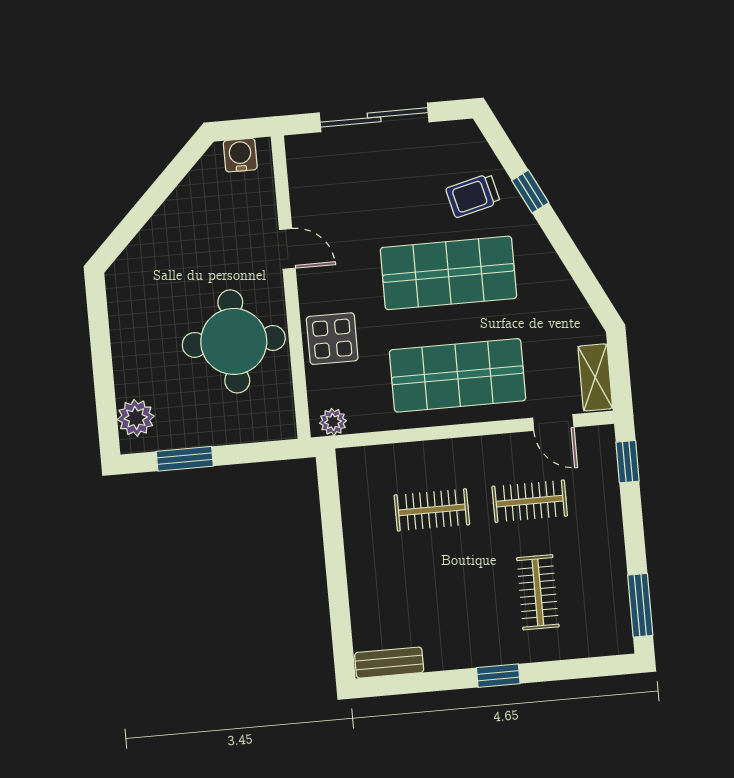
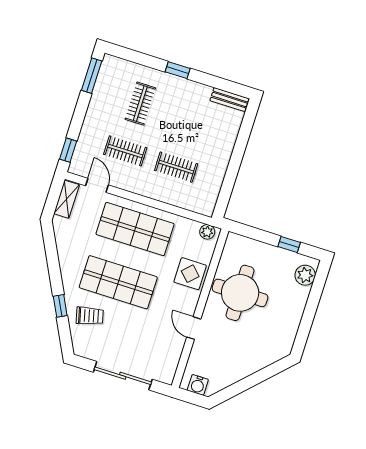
window: (185, 459) -> (289, 244), width x0.67

